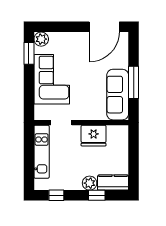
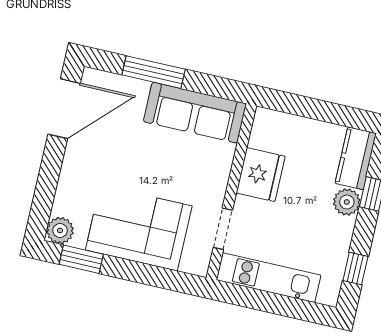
door: (104, 27) -> (64, 109), hinge flipped
window: (134, 82) -> (154, 72), moved

